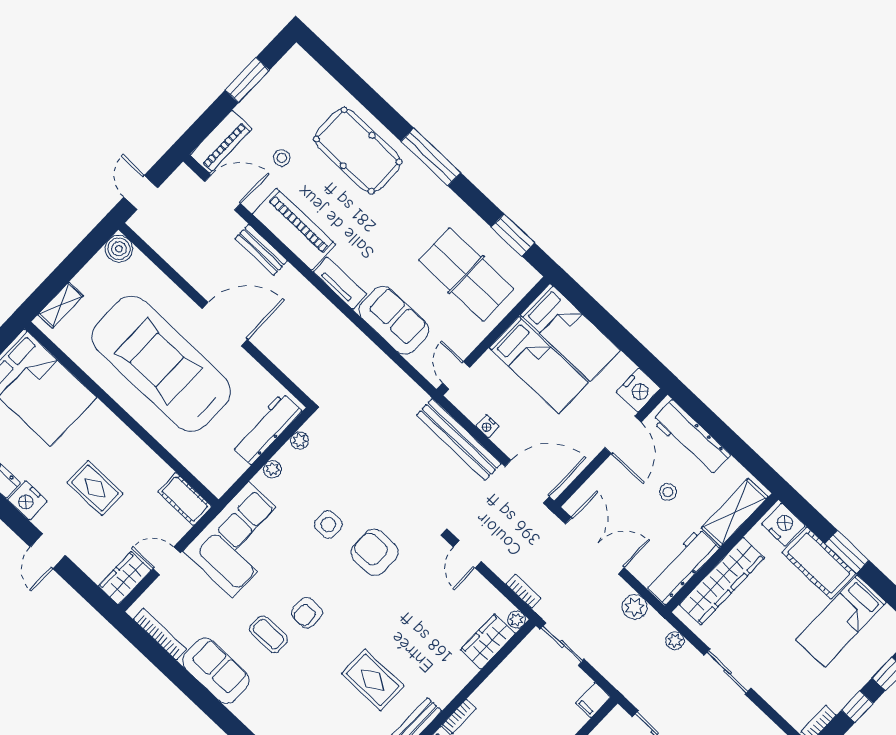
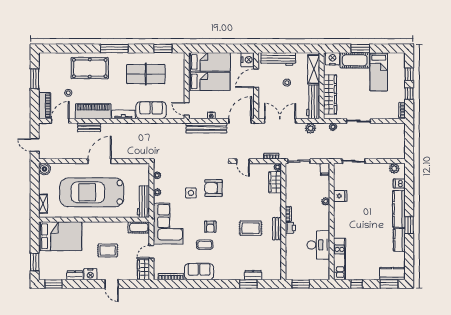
table tennis table: (466, 275) -> (146, 74), moved
workbench: (267, 429) -> (143, 202), moved
door: (623, 435) -> (256, 78), swing flipped

